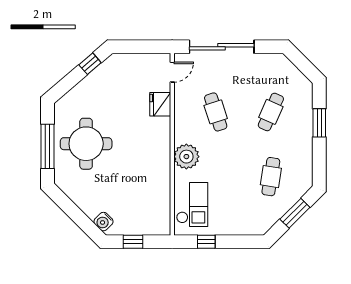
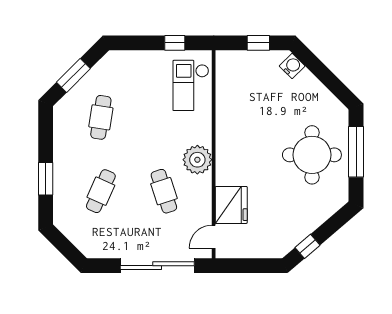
fridge: (160, 104) -> (231, 205), width x1.36, depth x1.34
plant: (186, 157) -> (197, 160), moved

